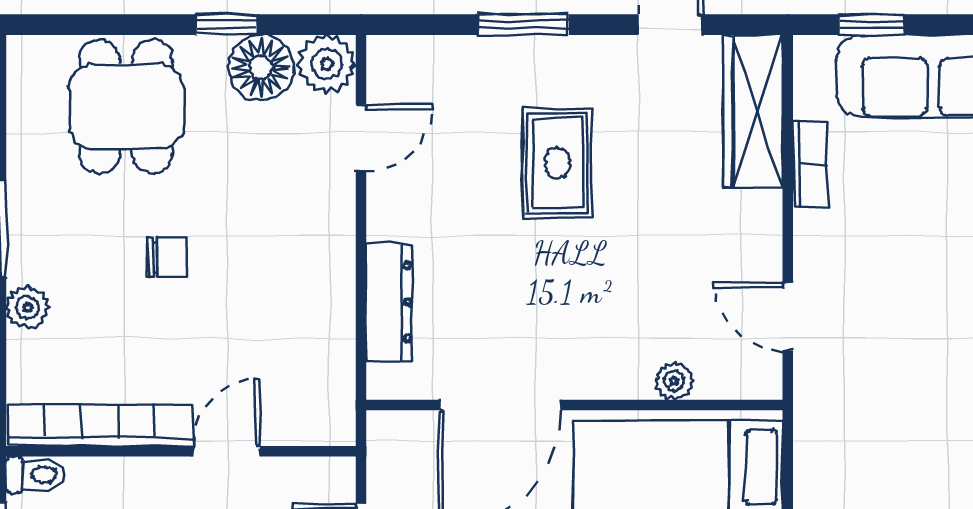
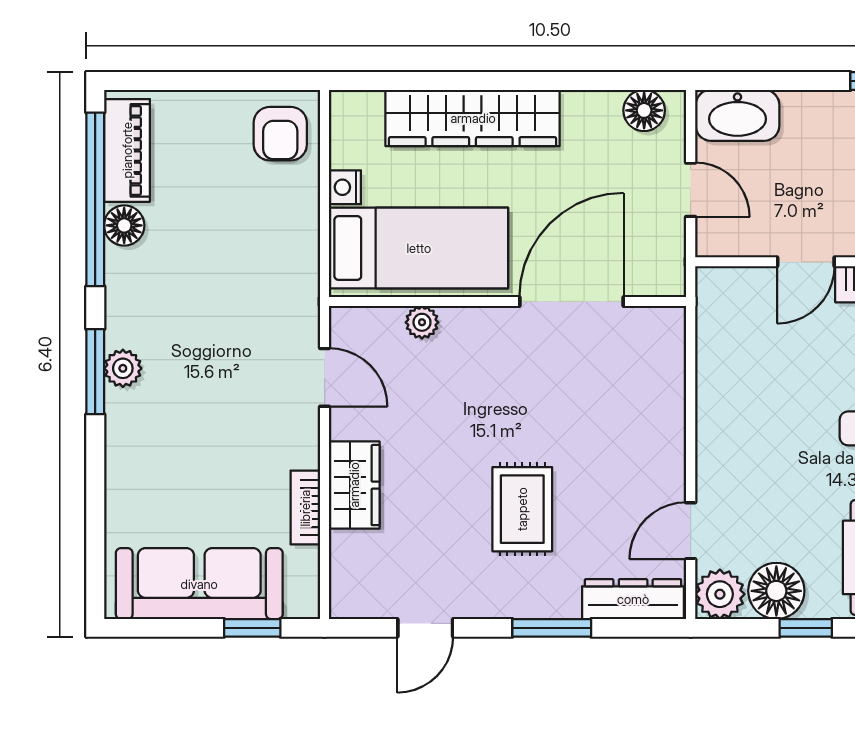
wardrobe: (753, 111) -> (354, 485), moved, width x0.67
dresser: (389, 302) -> (633, 599), moved, turned 90

